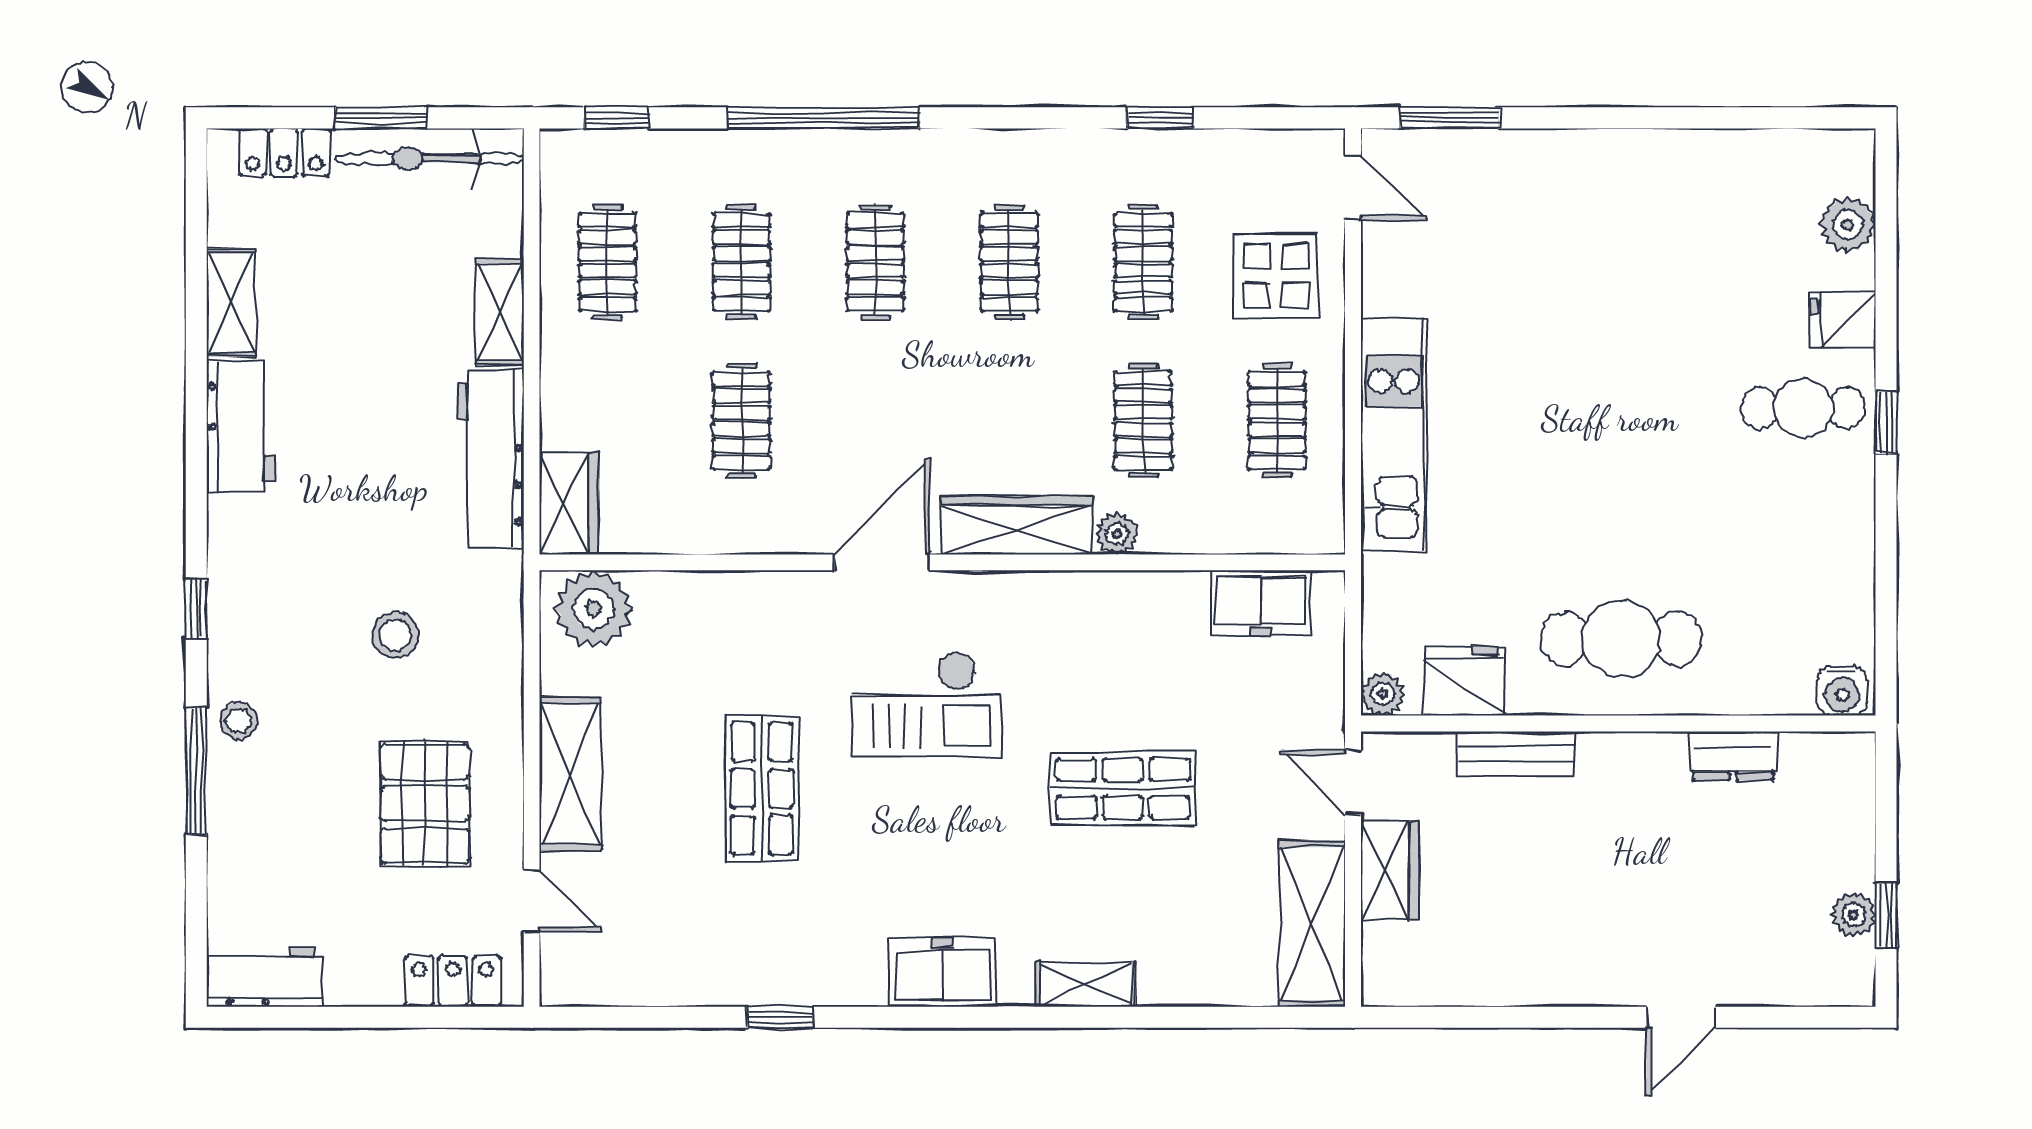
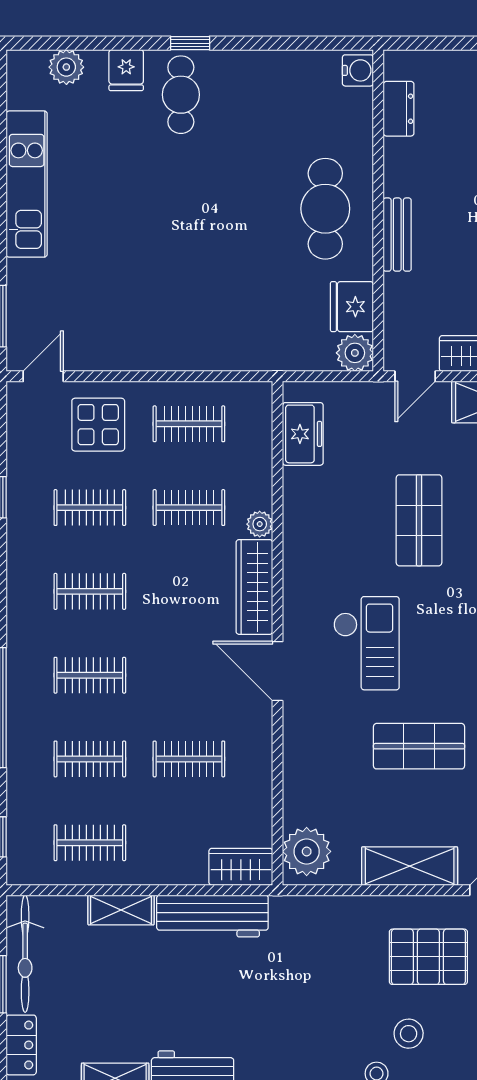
kitchen unit: (1394, 435) -> (27, 184), moved, turned 90
stool: (395, 635) -> (409, 1034), moved
plant: (1382, 694) -> (355, 353), width x1.38, depth x1.38
bench: (1517, 754) -> (397, 235), moved
dresser: (1733, 756) -> (399, 109), moved

